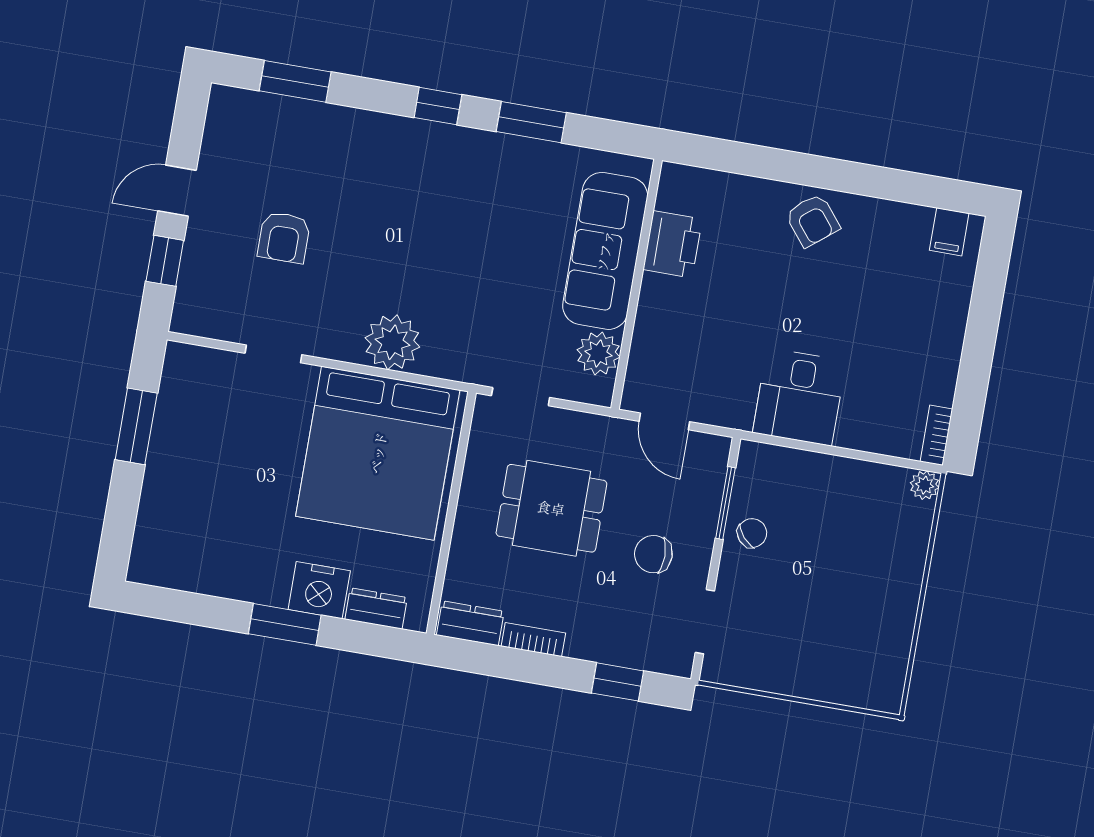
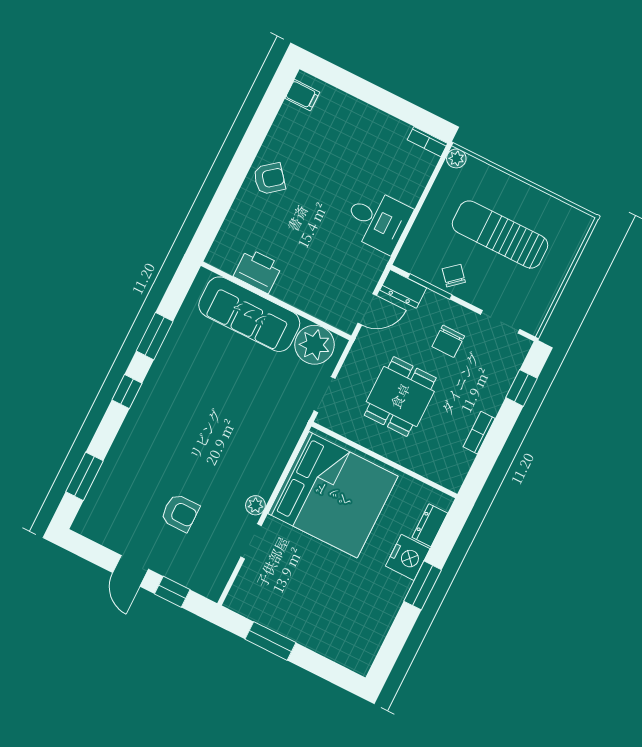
plant: (392, 342) -> (255, 505), moved, width x0.53, depth x0.53
plant: (599, 353) -> (315, 345), width x1.36, depth x1.36
sun lounger: (833, 583) -> (500, 234), added
dresser: (470, 623) -> (403, 289), moved, turned -90

